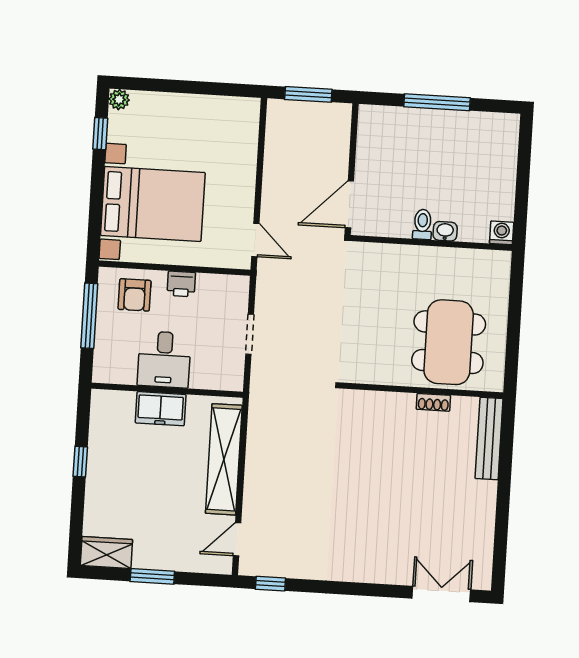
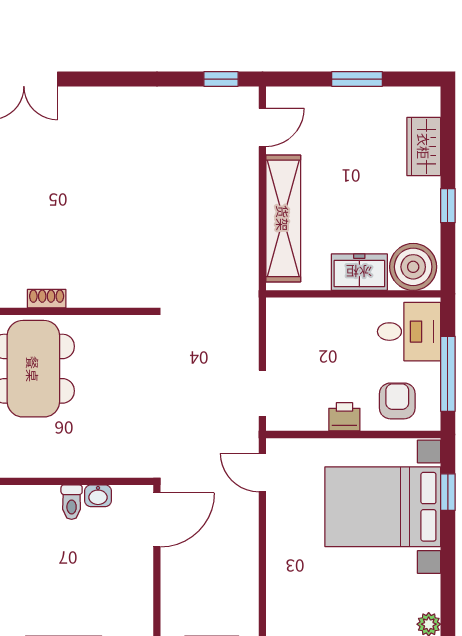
window: (100, 134) -> (448, 492), moved
washbasin: (445, 231) -> (98, 496), moved
doorway: (250, 334) -> (262, 393), moved
desk: (164, 359) -> (409, 332), moved, turned 90
boiler: (114, 410) -> (413, 267), added
wardrobe: (106, 552) -> (424, 146), moved, turned 90

